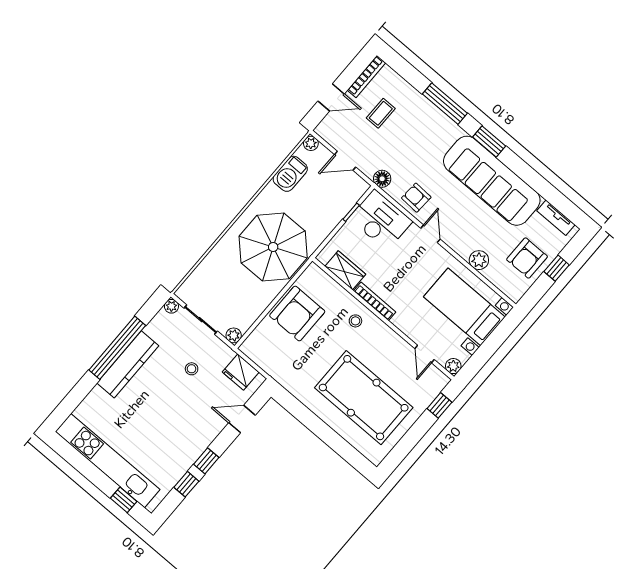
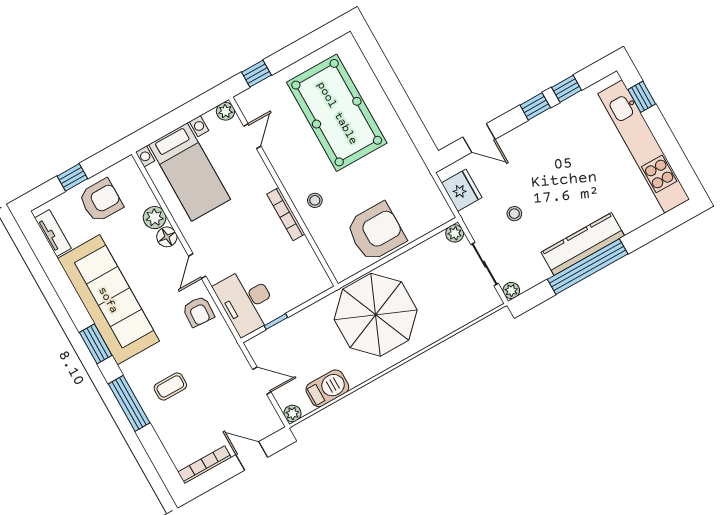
coffee table: (381, 113) -> (170, 386), moved
floor lamp: (382, 179) -> (167, 237), moved
wardrobe: (345, 270) -> (306, 260), removed

